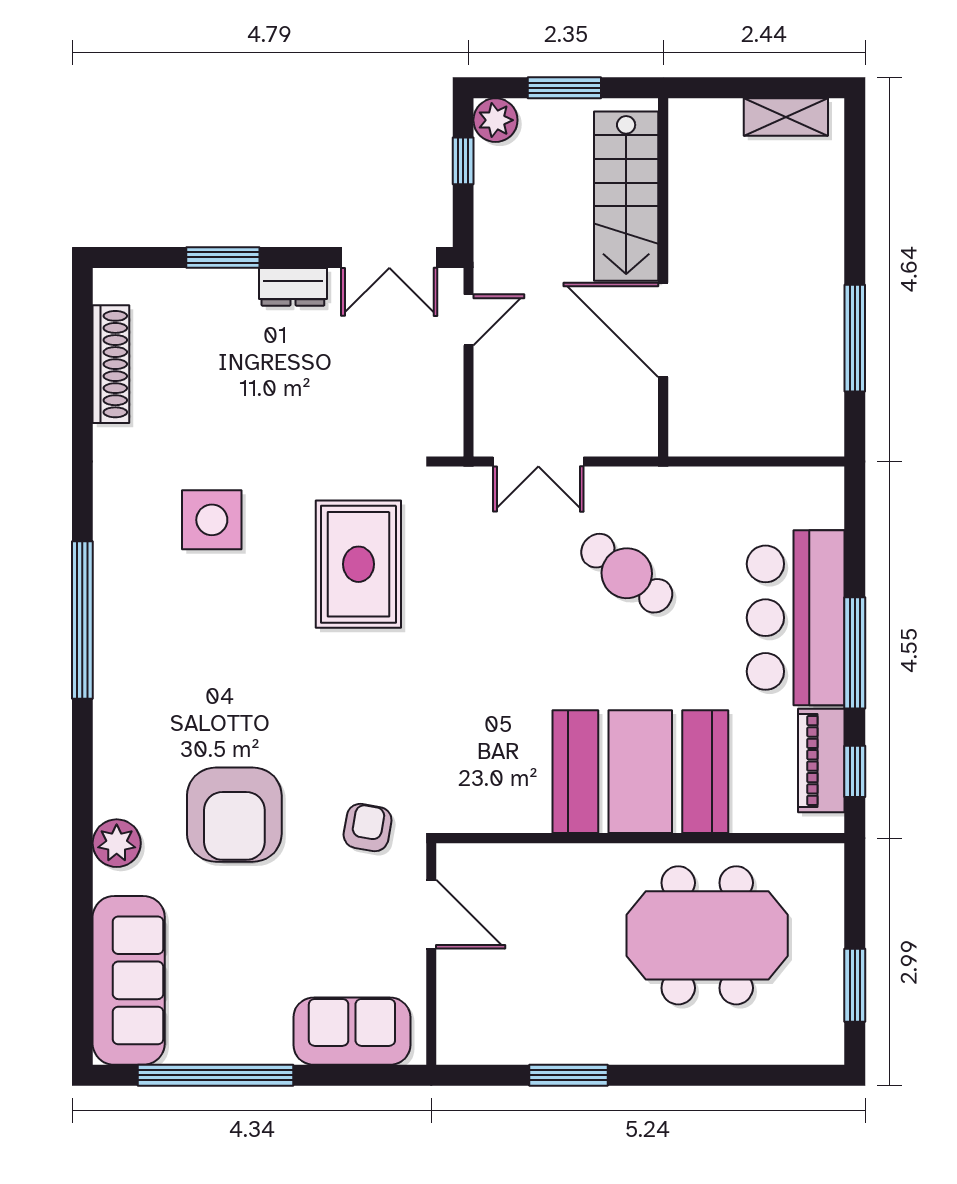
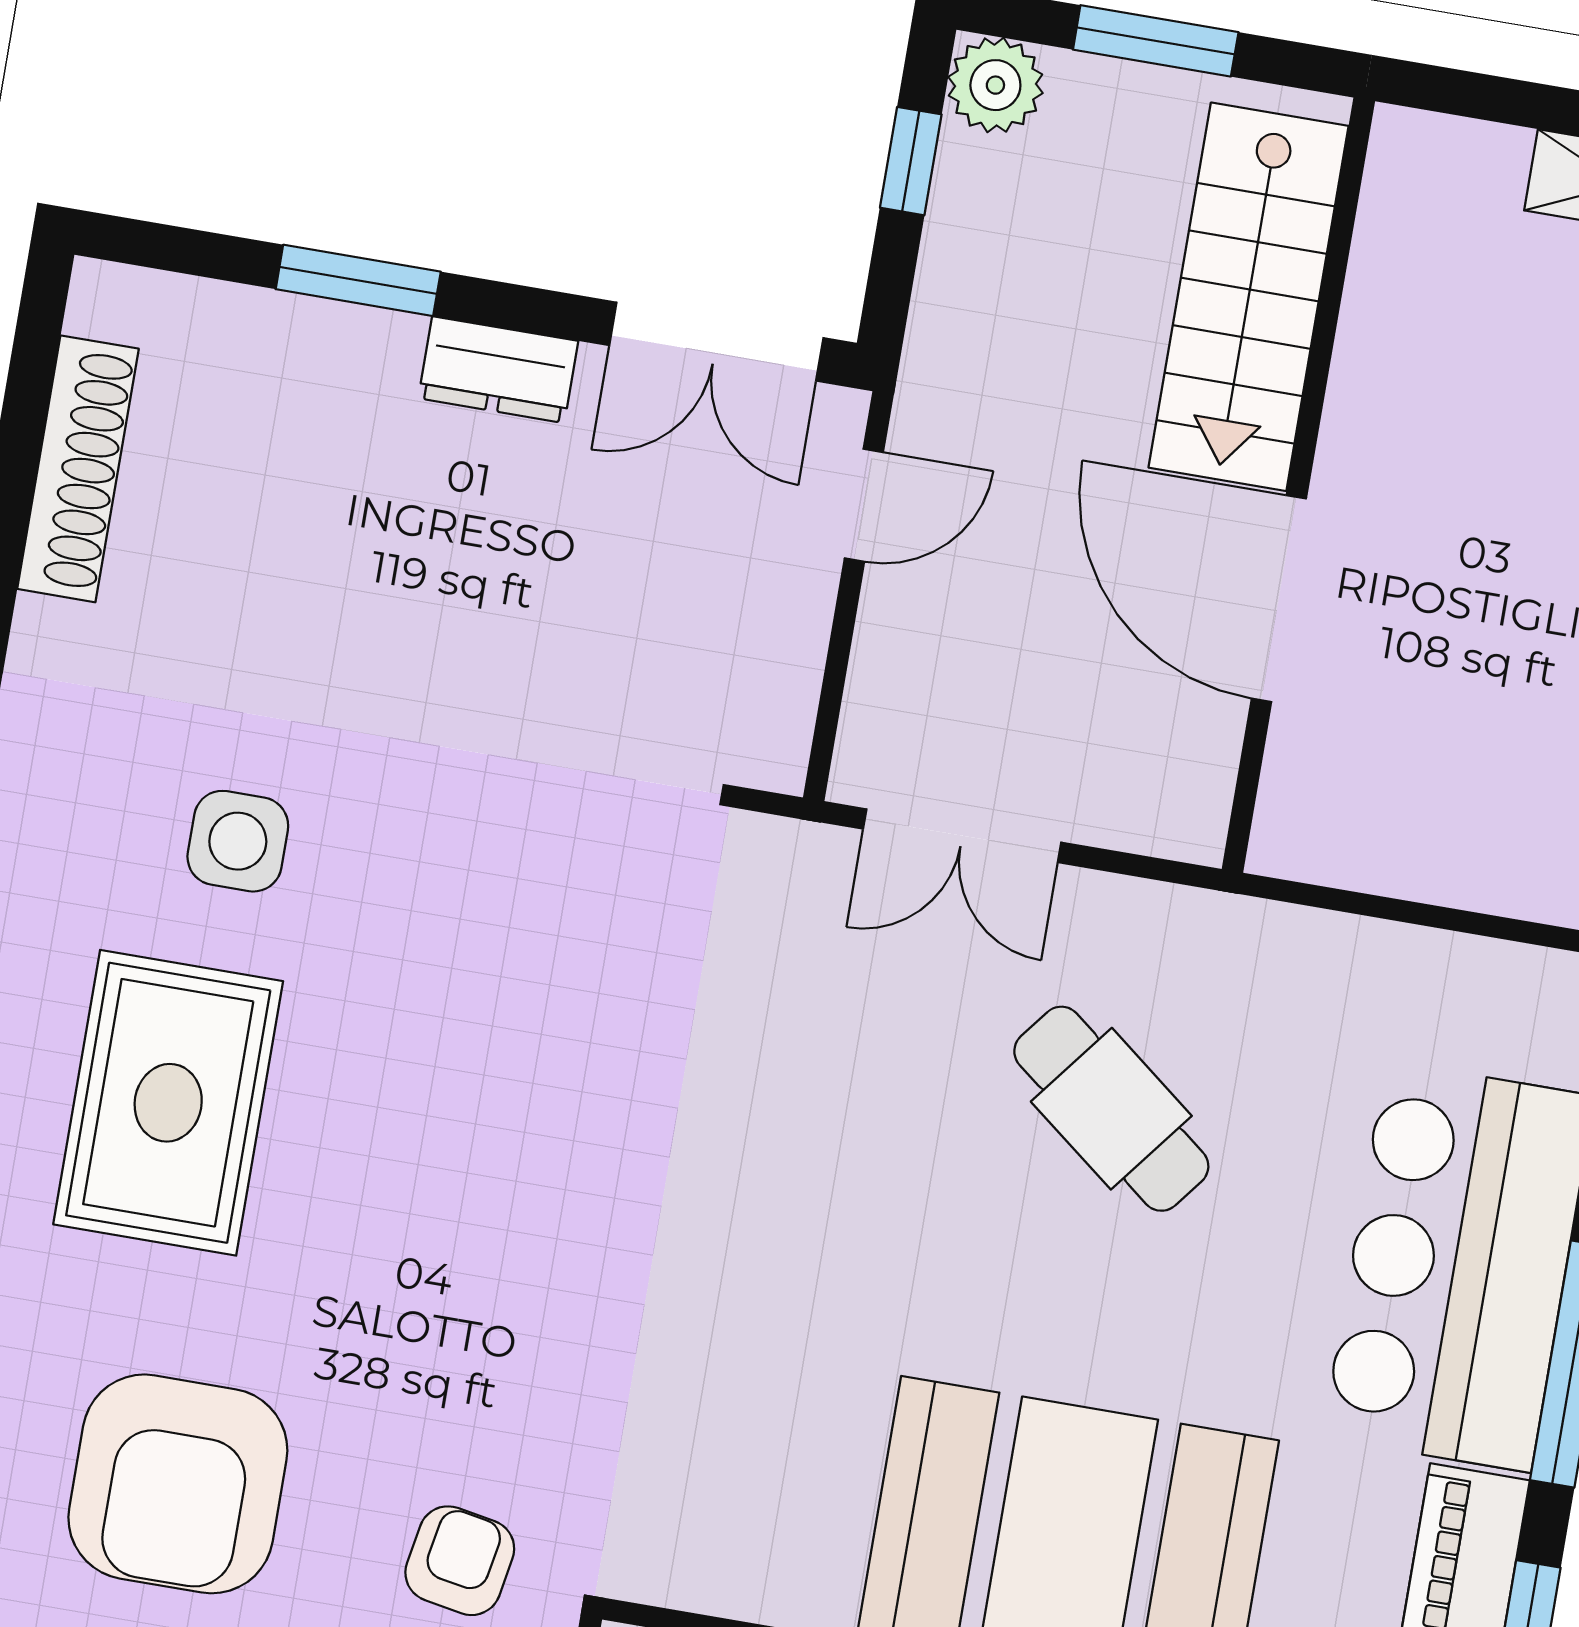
side table: (212, 520) -> (238, 841), width x0.73, depth x0.73
rug: (358, 564) -> (168, 1103), moved

